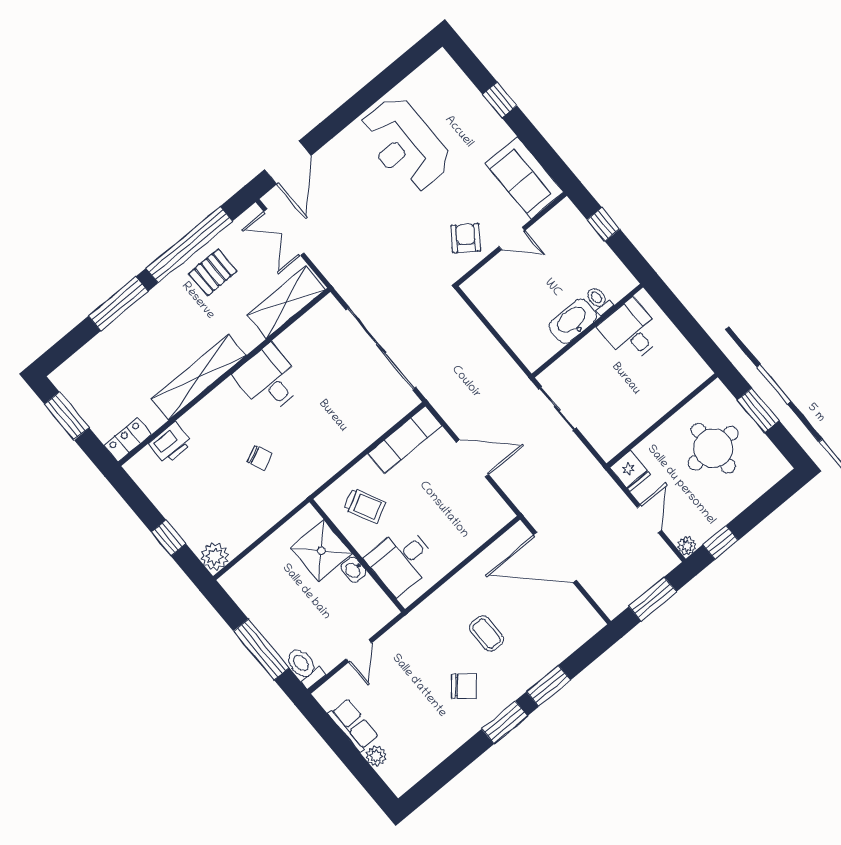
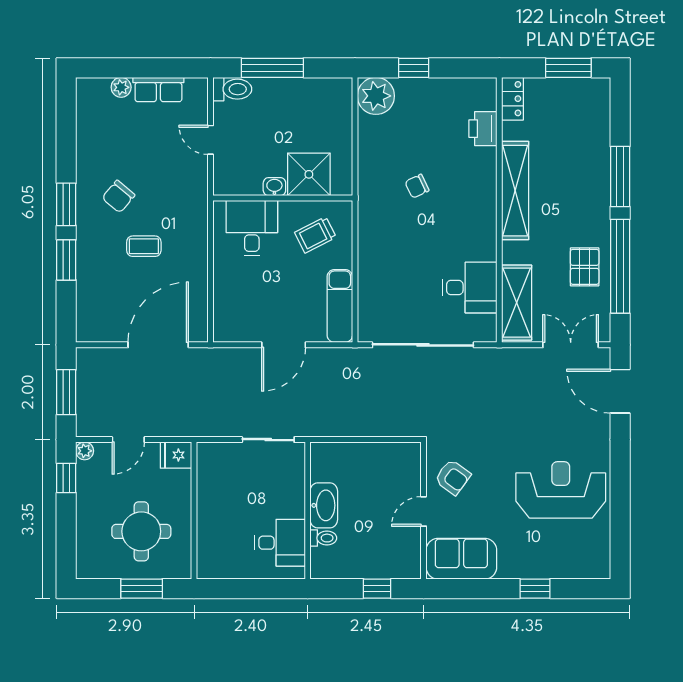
desk: (269, 380) -> (470, 288), moved
door: (649, 519) -> (128, 440), hinge flipped
plant: (215, 556) -> (376, 96), width x1.36, depth x1.36

